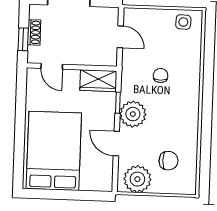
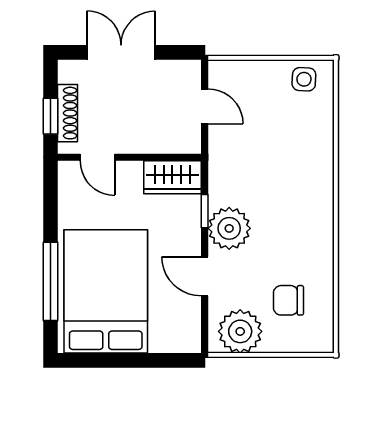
shoe rack: (34, 32) -> (68, 113), width x1.43
chair: (161, 75) -> (271, 166), removed
window: (19, 143) -> (51, 281), added
chair: (169, 161) -> (288, 300), turned 180

